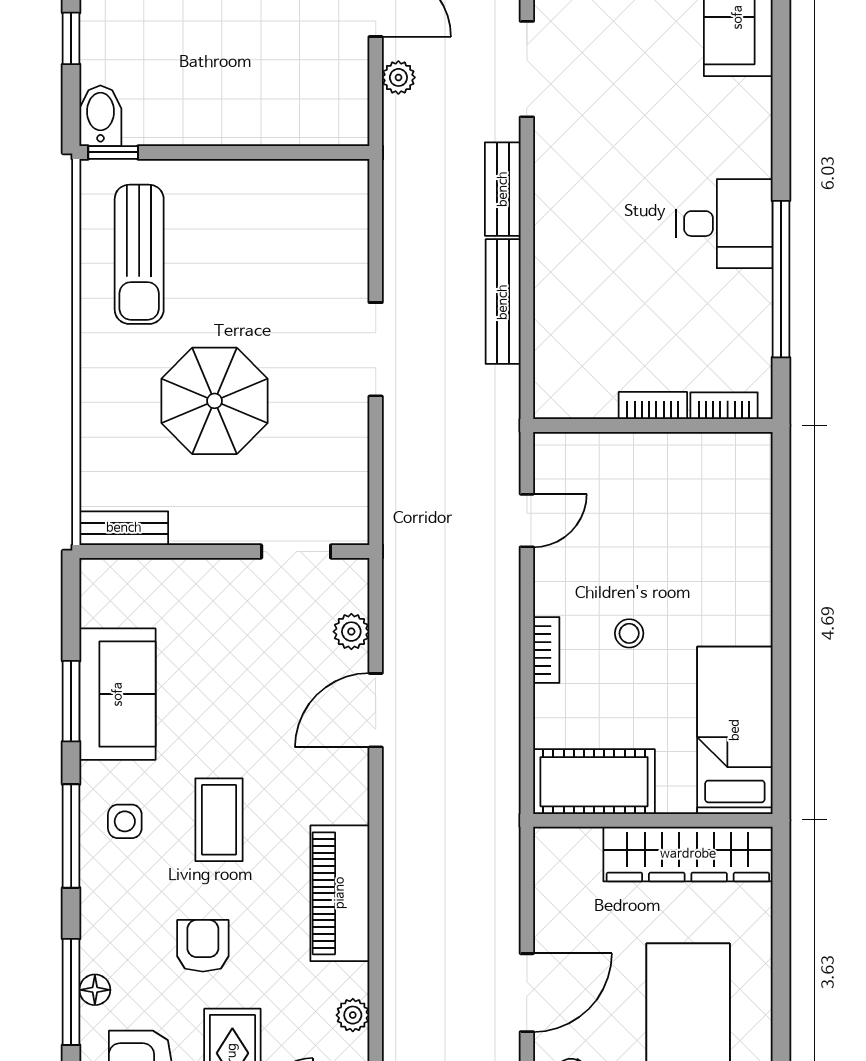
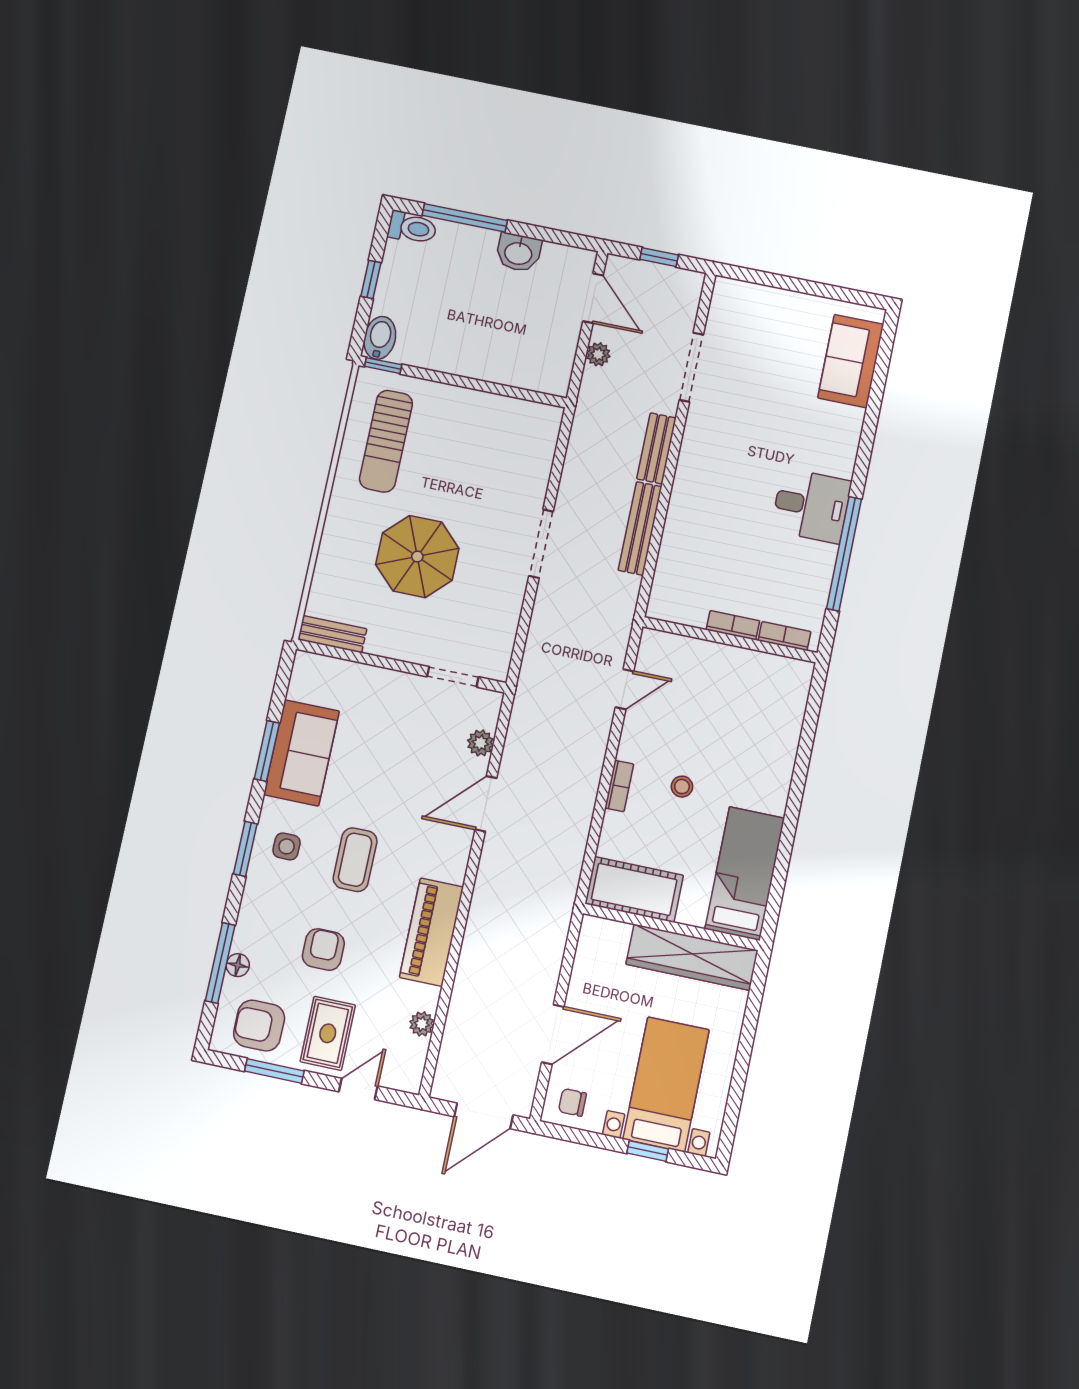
window: (71, 836) -> (245, 849), width x0.69

